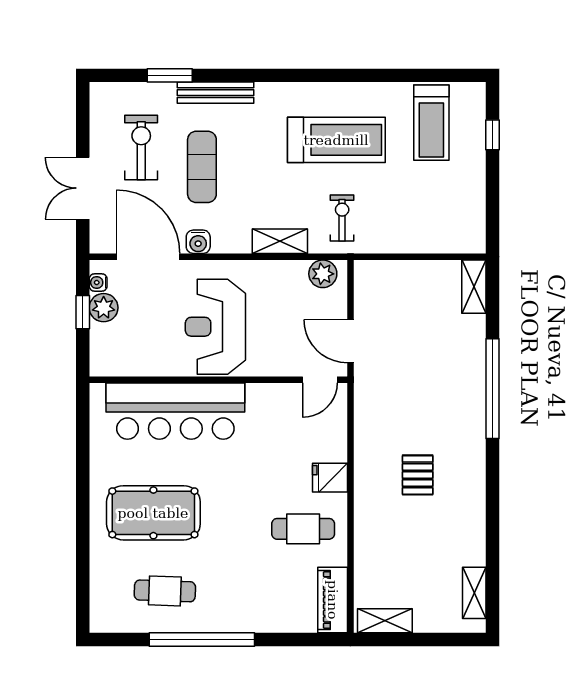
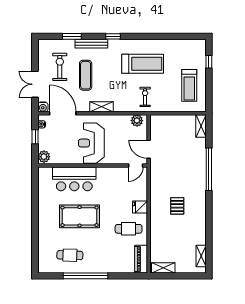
window: (267, 75) -> (113, 36), added
treadmill: (431, 123) -> (189, 85), moved
shelving: (280, 241) -> (102, 107), moved
water cooler: (198, 242) -> (43, 107), moved
plant: (104, 308) -> (44, 157), moved
bar counter: (175, 411) -> (74, 179), width x0.73
pool table: (153, 513) -> (80, 216), moved

